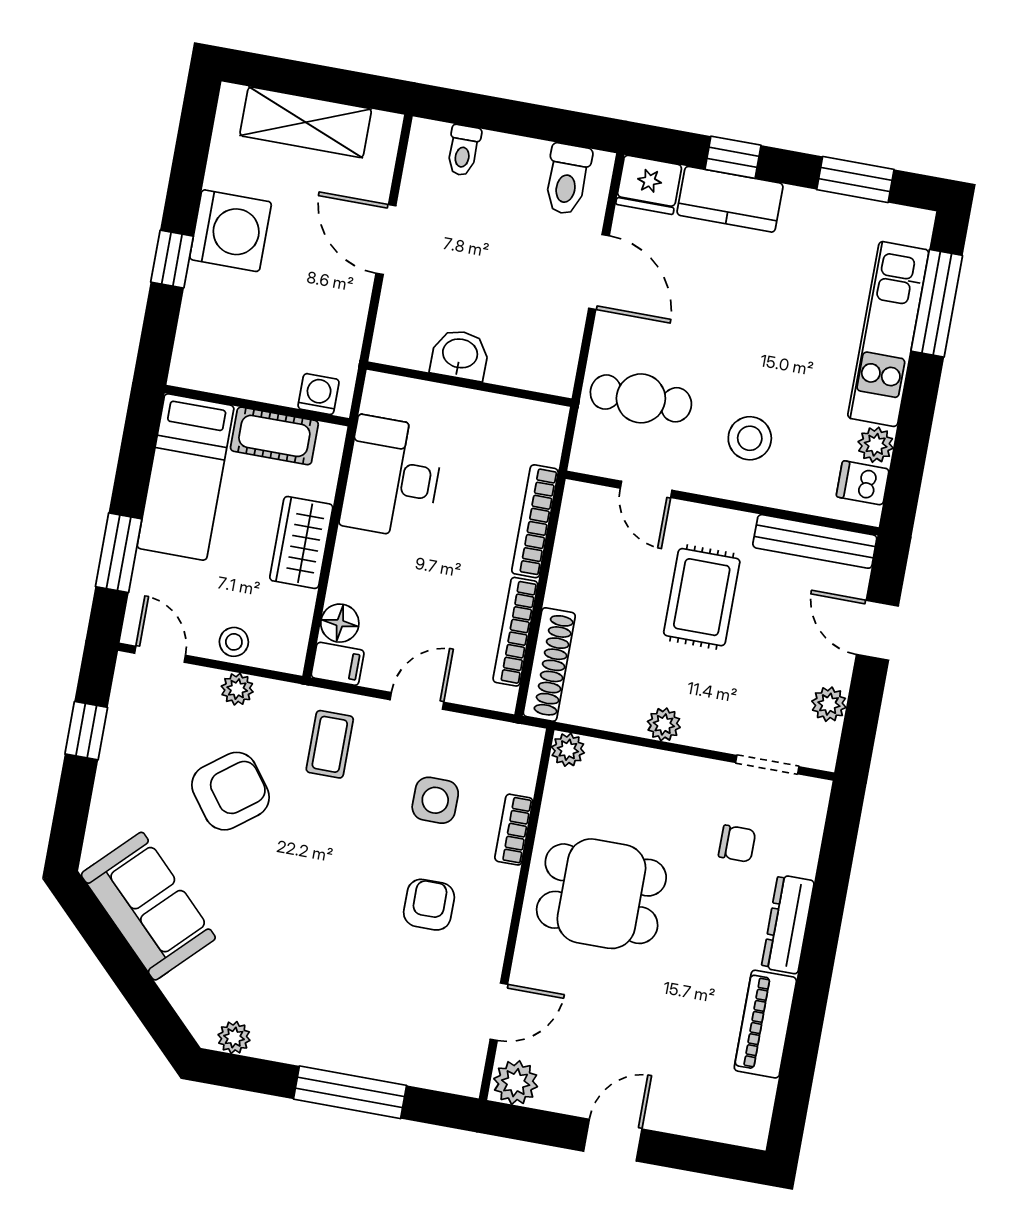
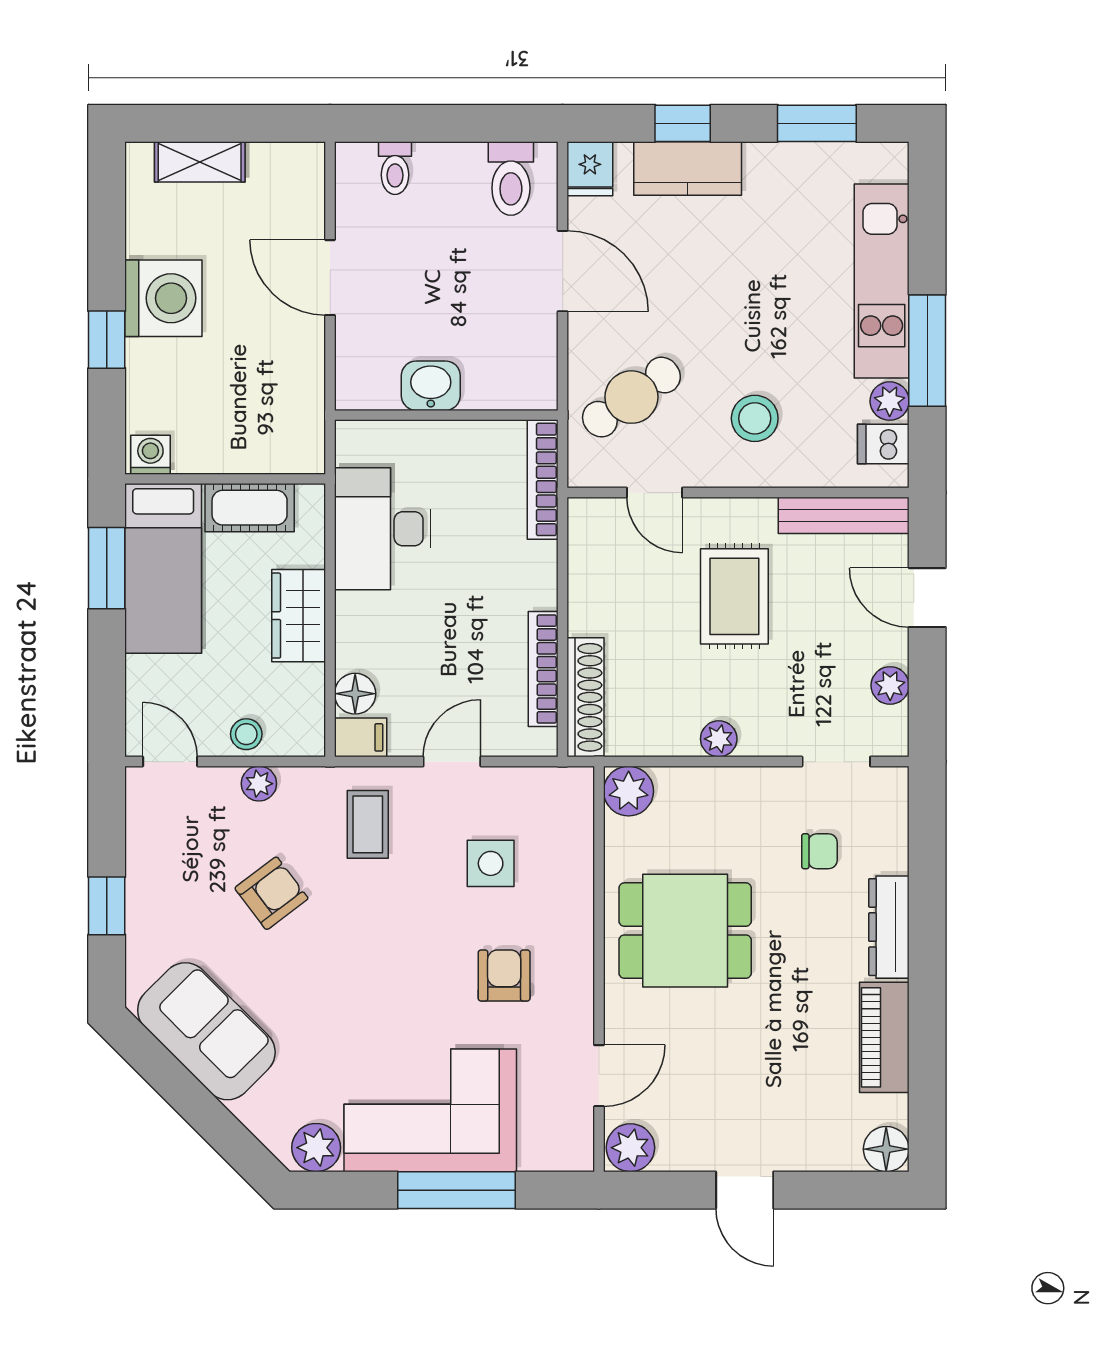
shelving: (306, 122) -> (200, 162), width x0.67, depth x0.75
fridge: (649, 185) -> (590, 169), width x0.72
window: (937, 303) -> (927, 351), moved
washing machine: (319, 394) -> (150, 455), moved
cafe table: (641, 398) -> (631, 397), turned -35
bookcase: (535, 521) -> (543, 479), moved
window: (119, 553) -> (107, 568), moved
window: (86, 731) -> (107, 906), moved
plant: (568, 750) -> (629, 791), width x1.38, depth x1.38
armchair: (230, 791) -> (271, 893), width x0.72, depth x0.72
bookcase: (514, 830) -> (580, 879), removed
corner sofa: (339, 1015) -> (430, 1110), added
plant: (234, 1037) -> (316, 1148), width x1.38, depth x1.38
floor lamp: (749, 1126) -> (886, 1149), added
door: (613, 1140) -> (745, 1190), swing flipped

